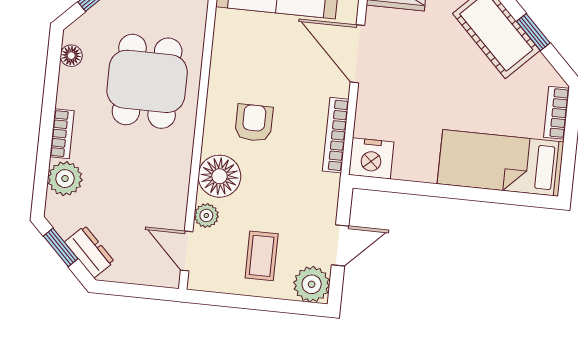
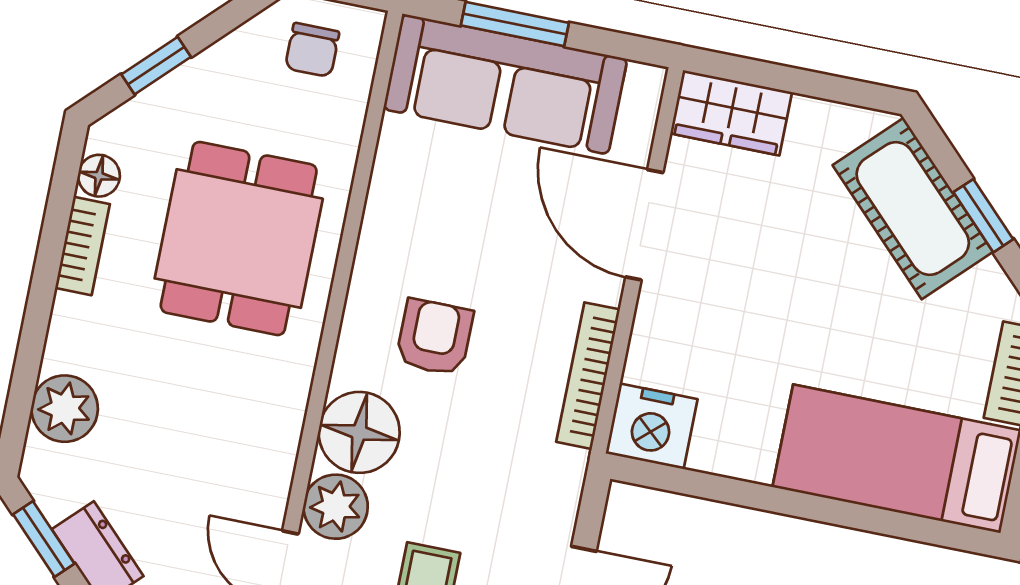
bookcase: (62, 134) -> (82, 246), moved
plant: (206, 216) -> (336, 507), width x1.38, depth x1.38

